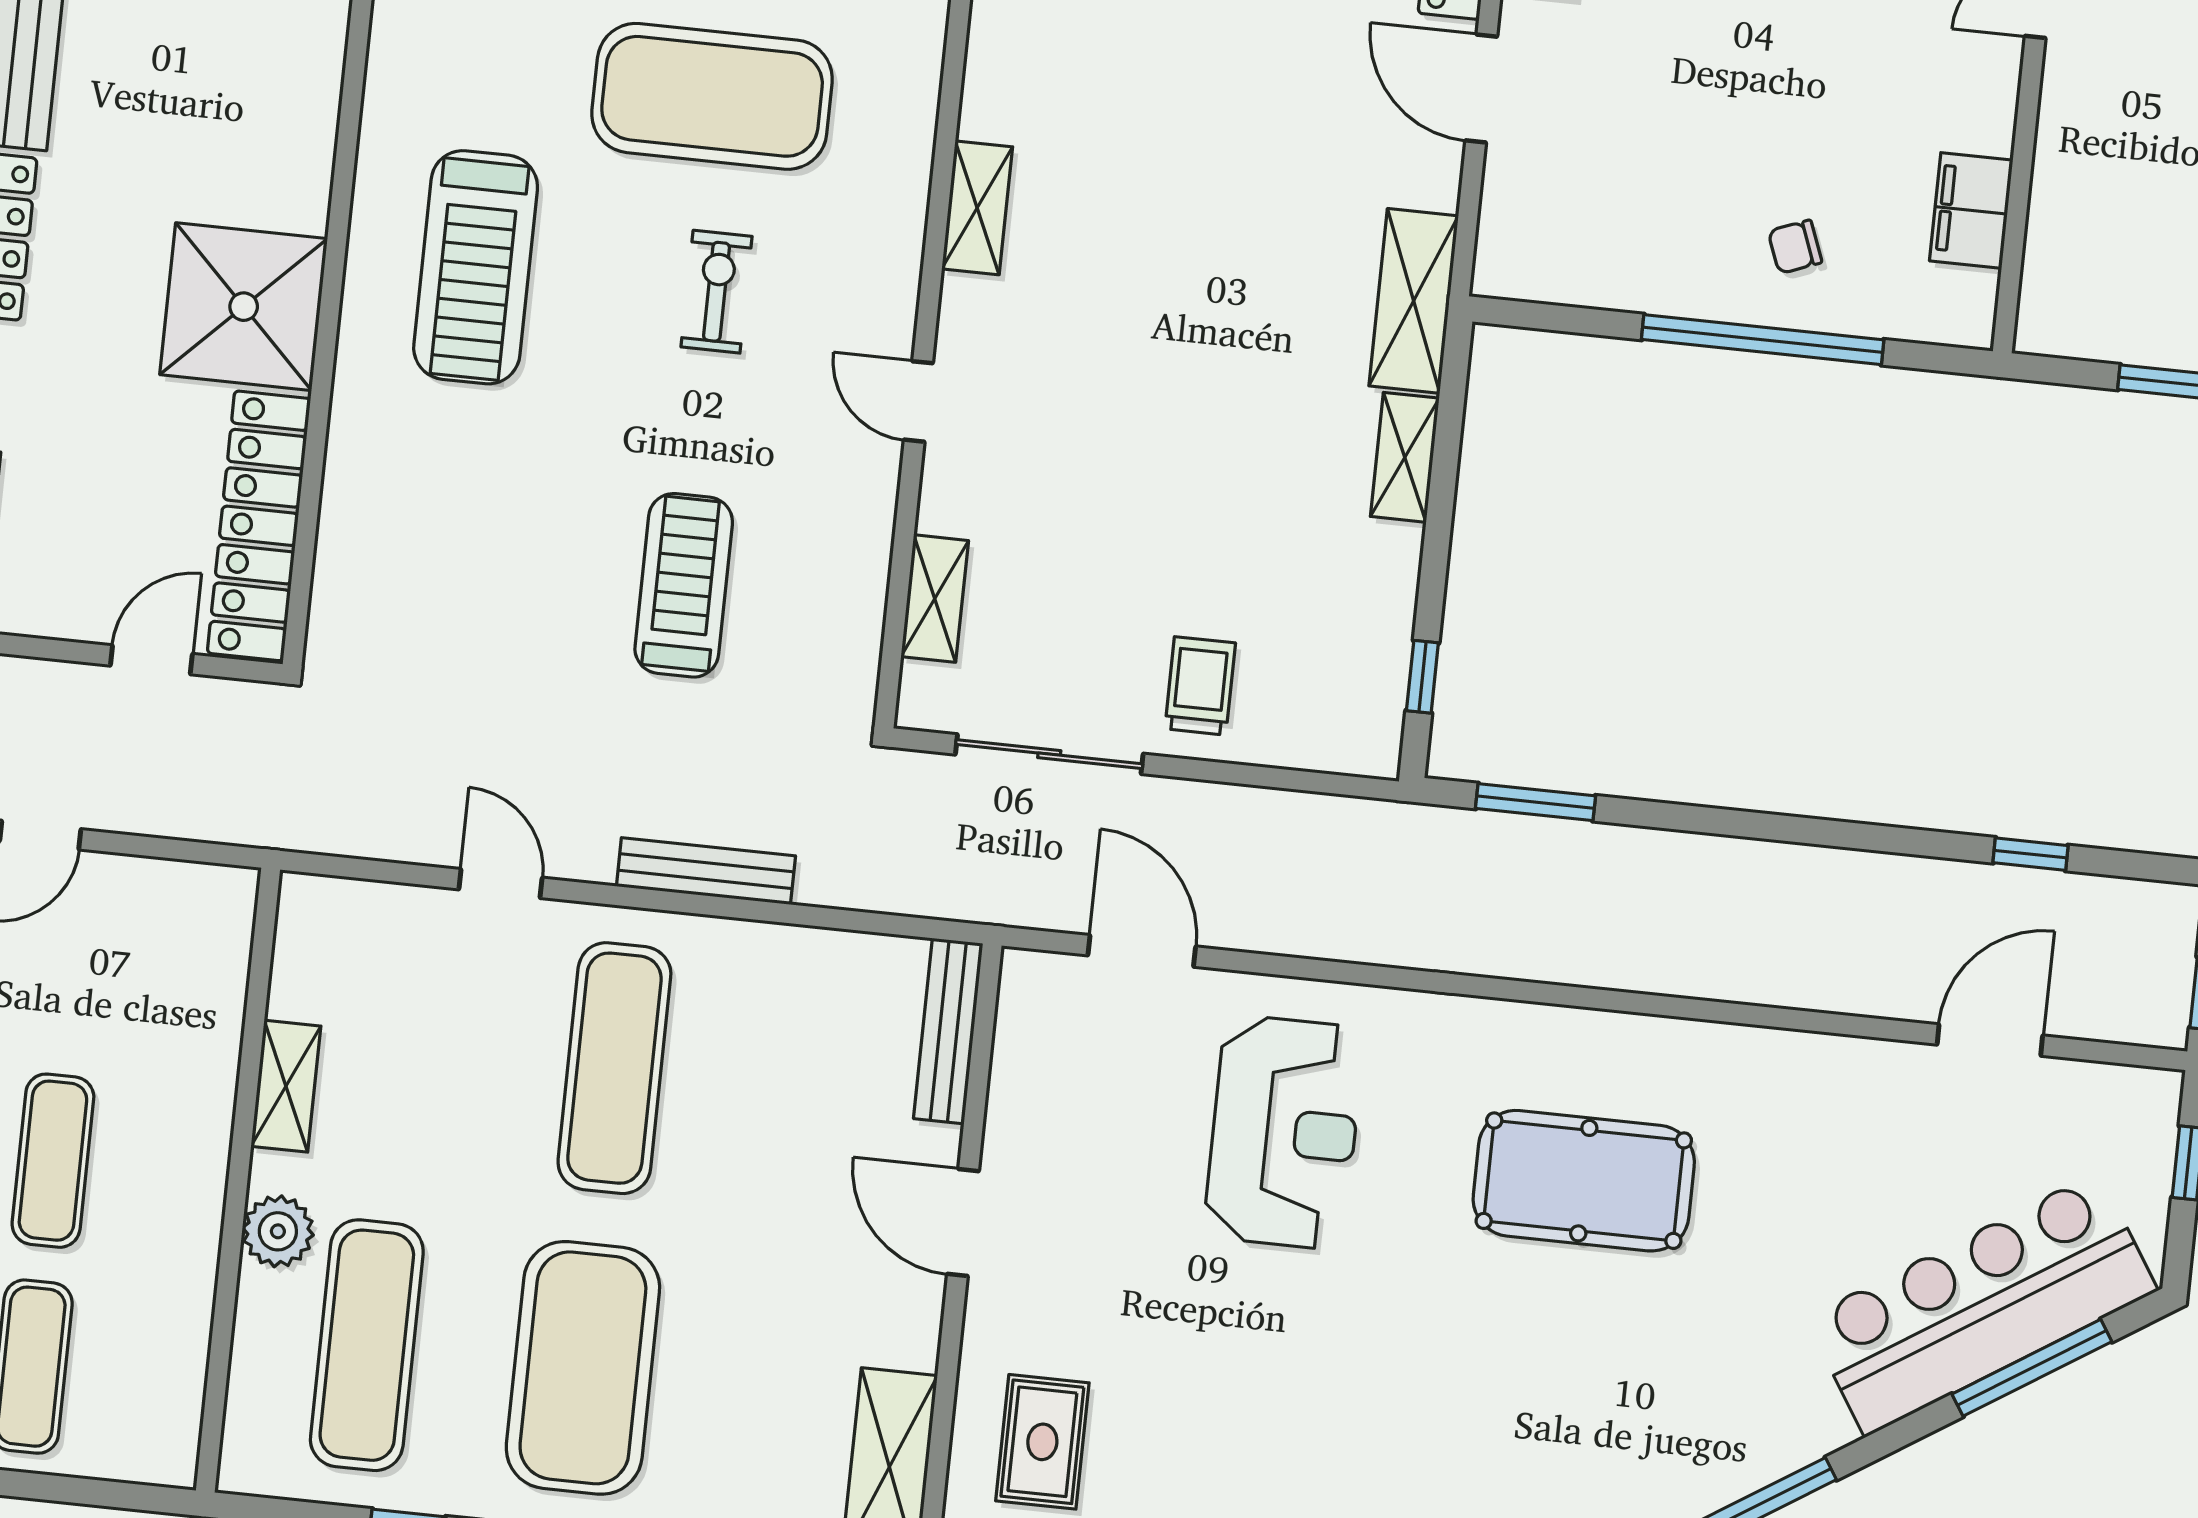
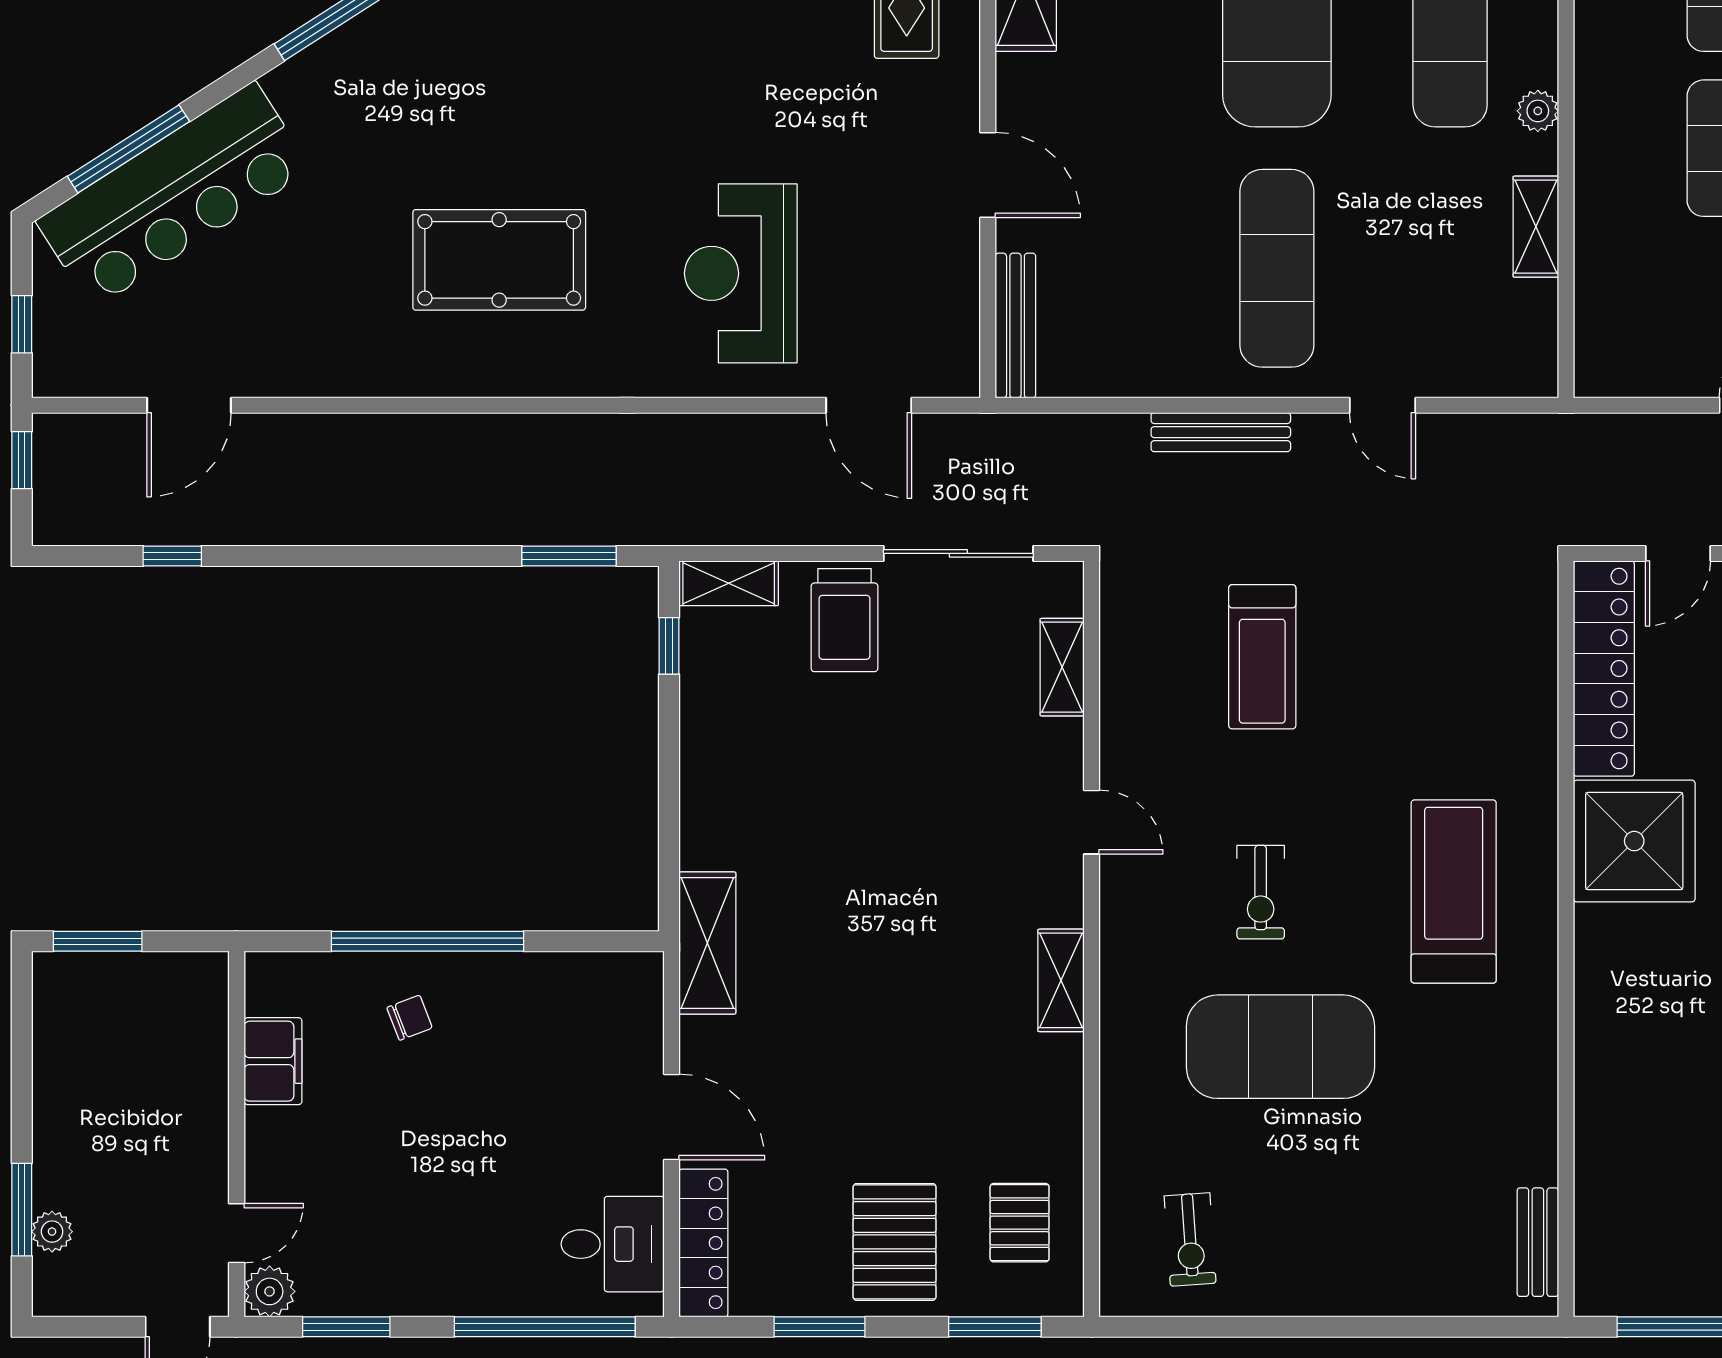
shelving: (1405, 457) -> (729, 583), moved, turned 90
trolley: (1200, 686) -> (844, 620), width x1.36, depth x1.39
plant: (278, 1231) -> (1538, 111), width x0.73, depth x0.73

